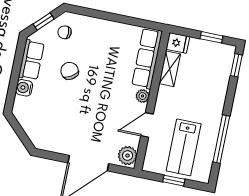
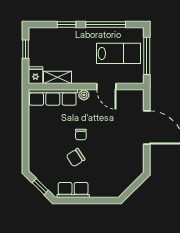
chair: (65, 32) -> (81, 134), moved
window: (236, 65) -> (66, 25), moved
water cooler: (24, 88) -> (97, 191), removed
plant: (128, 156) -> (134, 97), removed
window: (174, 181) -> (147, 56), width x2.17

